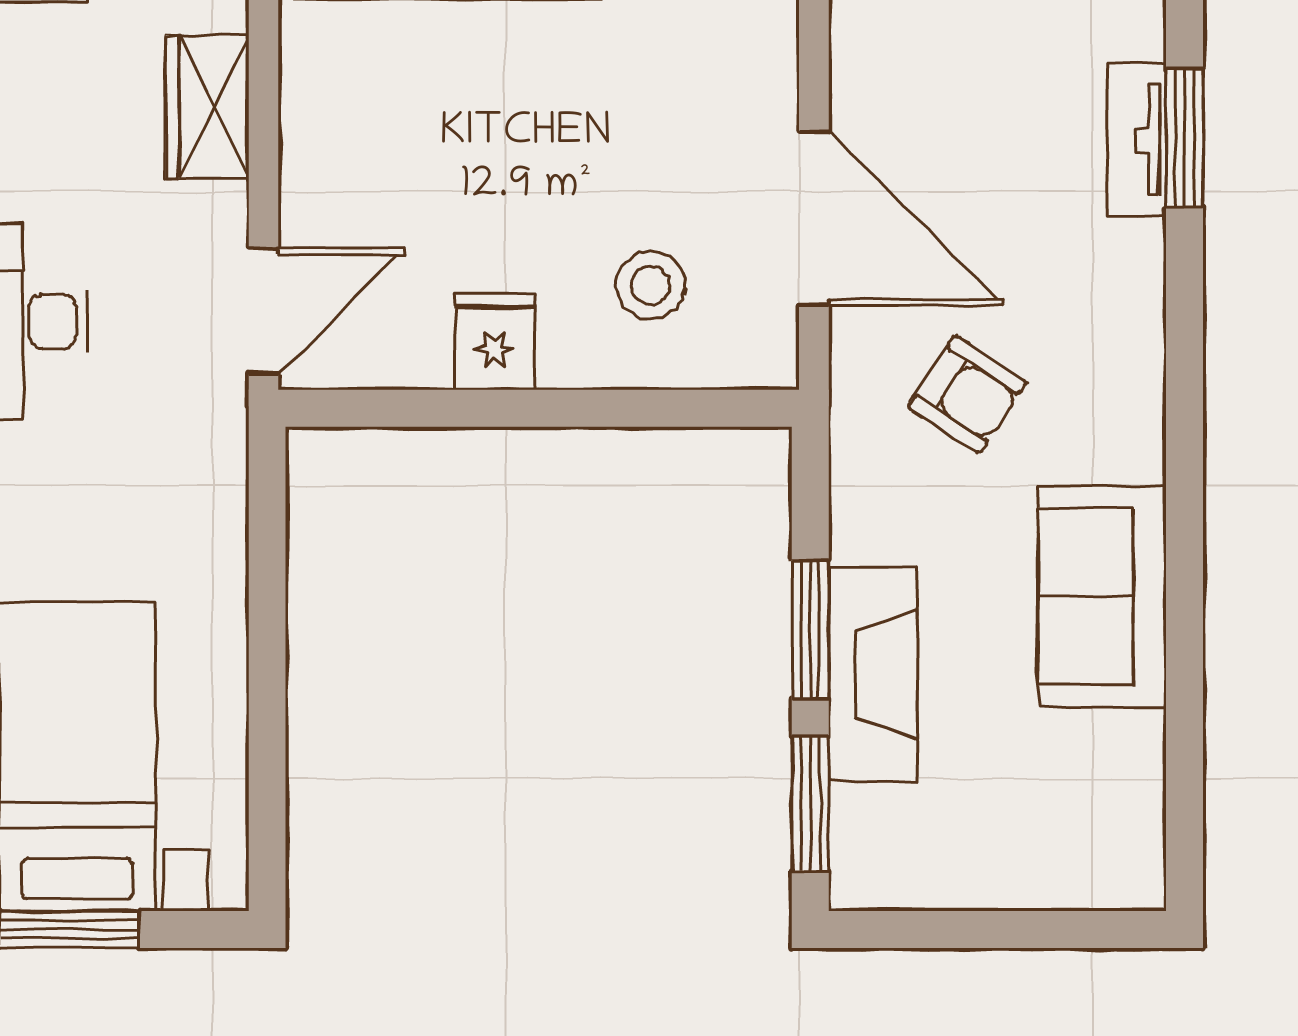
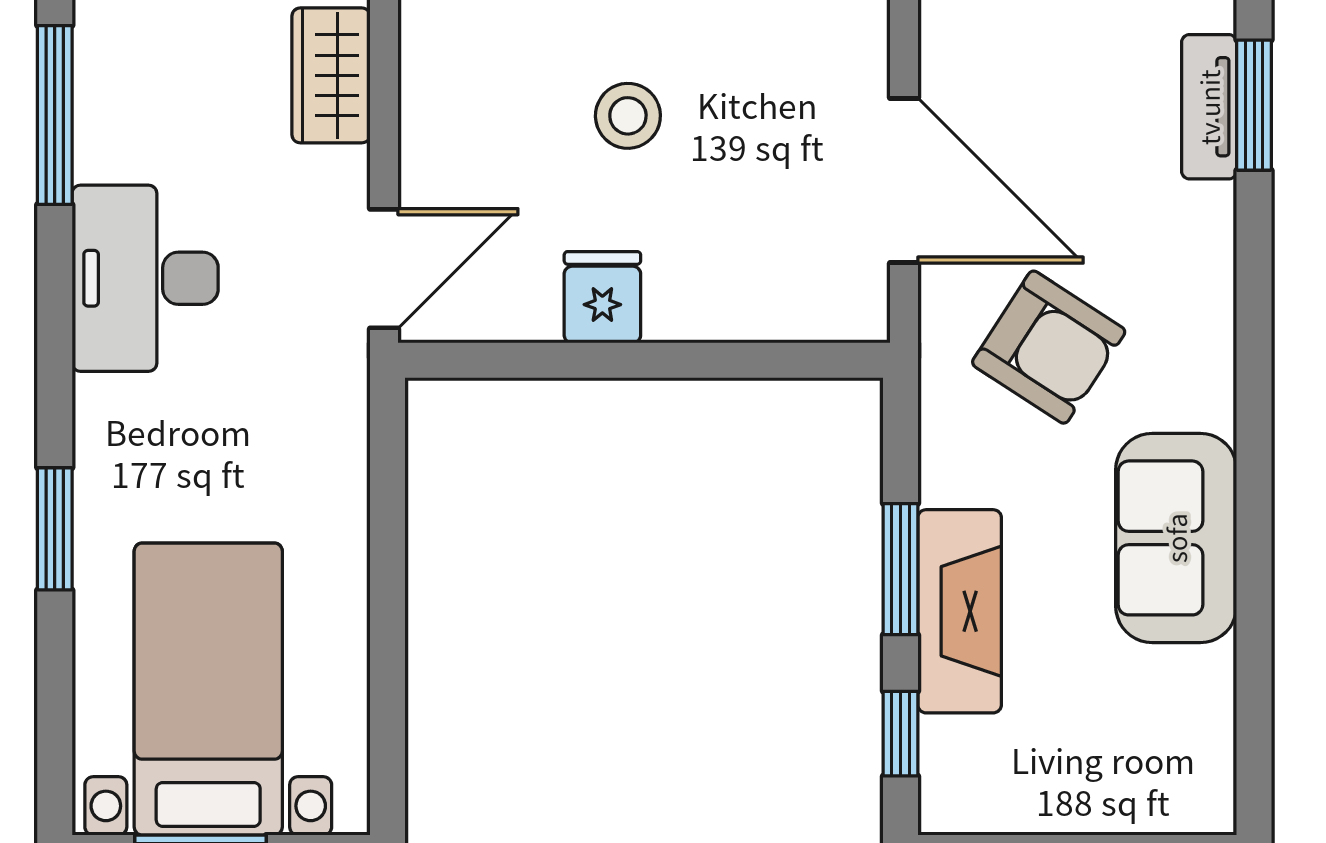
stool: (651, 286) -> (628, 116), moved
armchair: (967, 394) -> (1049, 347), width x1.38, depth x1.38
window: (810, 804) -> (900, 734), width x0.67

